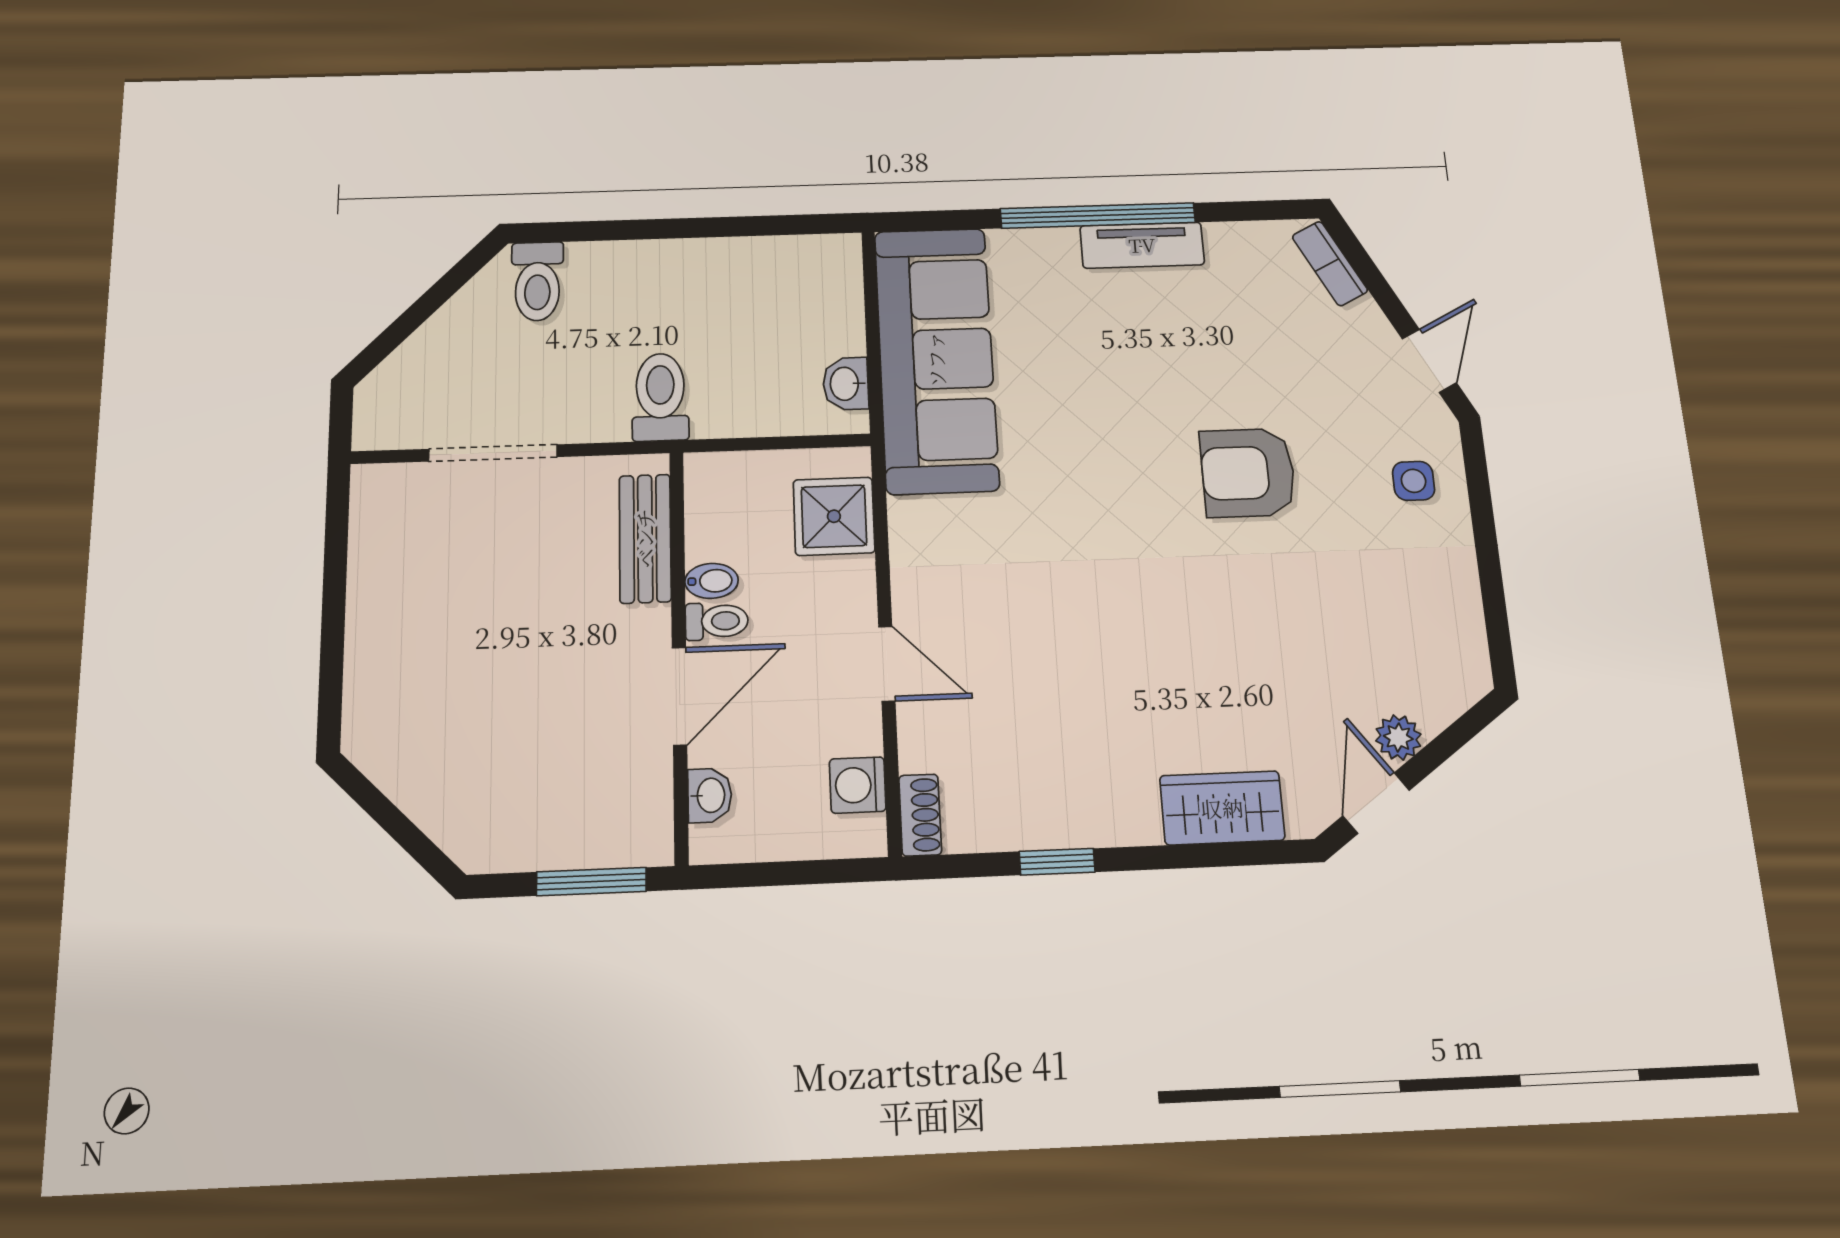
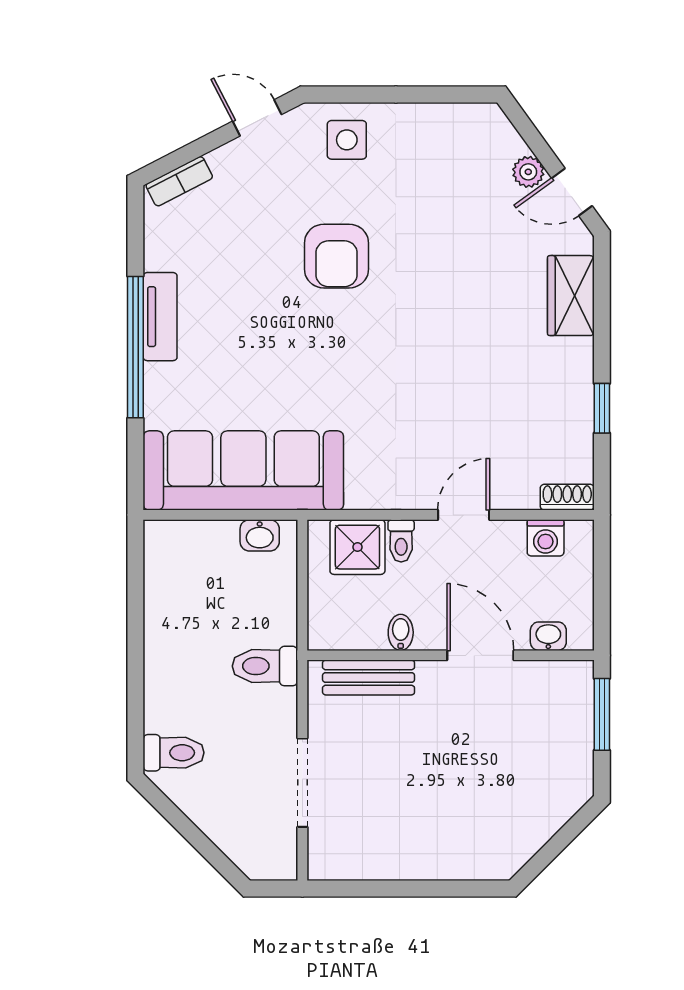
side table: (1414, 481) -> (347, 140), width x1.37, depth x1.37
toilet: (717, 621) -> (401, 541), moved, turned 180

